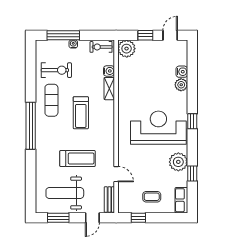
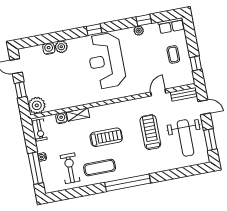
plant: (178, 162) -> (139, 31), width x0.53, depth x0.53

